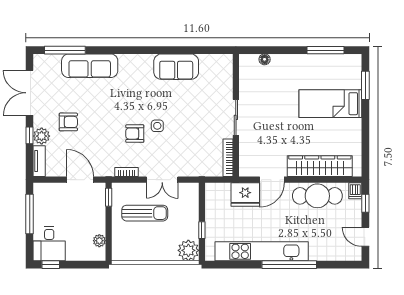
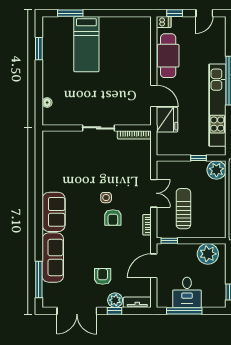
window: (325, 50) -> (39, 49), width x0.69
sofa: (176, 67) -> (54, 212), moved
wardrobe: (320, 166) -> (142, 53), removed
plant: (99, 241) -> (208, 254), width x1.88, depth x1.88
desk: (49, 244) -> (187, 292), moved, turned 90

